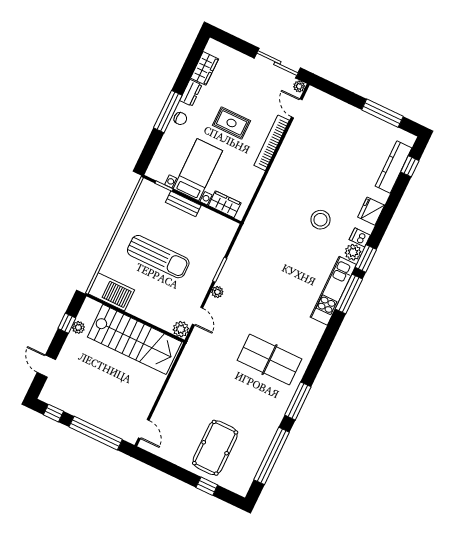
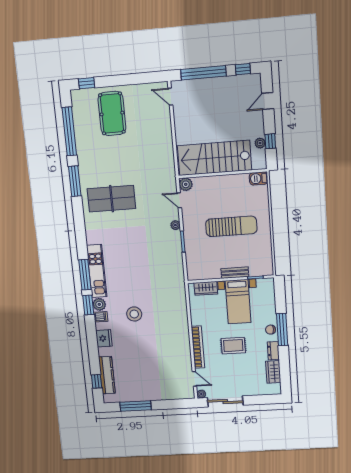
sun lounger: (158, 257) -> (231, 226), turned 180
barbecue: (111, 292) -> (259, 178), width x0.53, depth x0.65
door: (46, 366) -> (268, 101), swing flipped
window: (207, 486) -> (87, 83), moved

